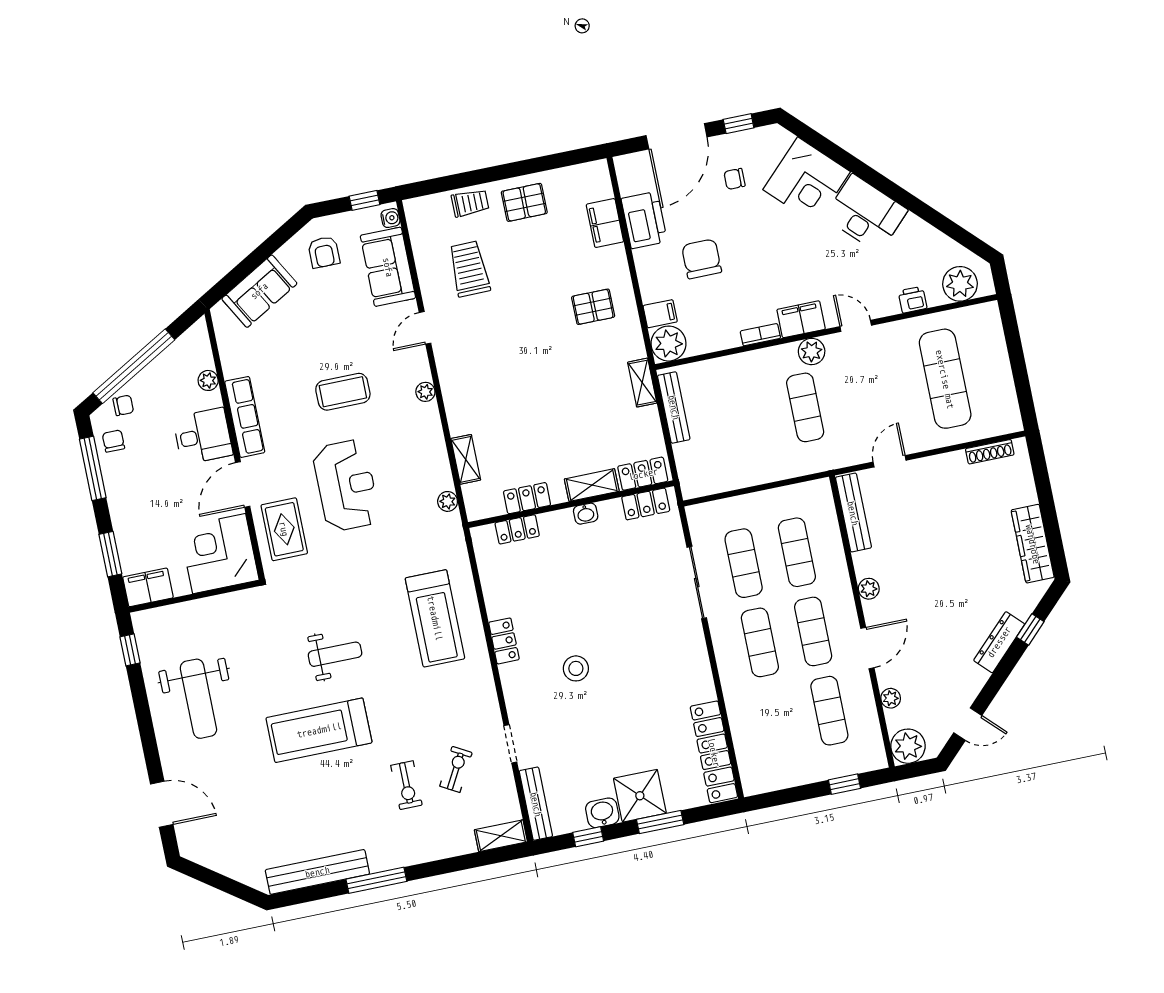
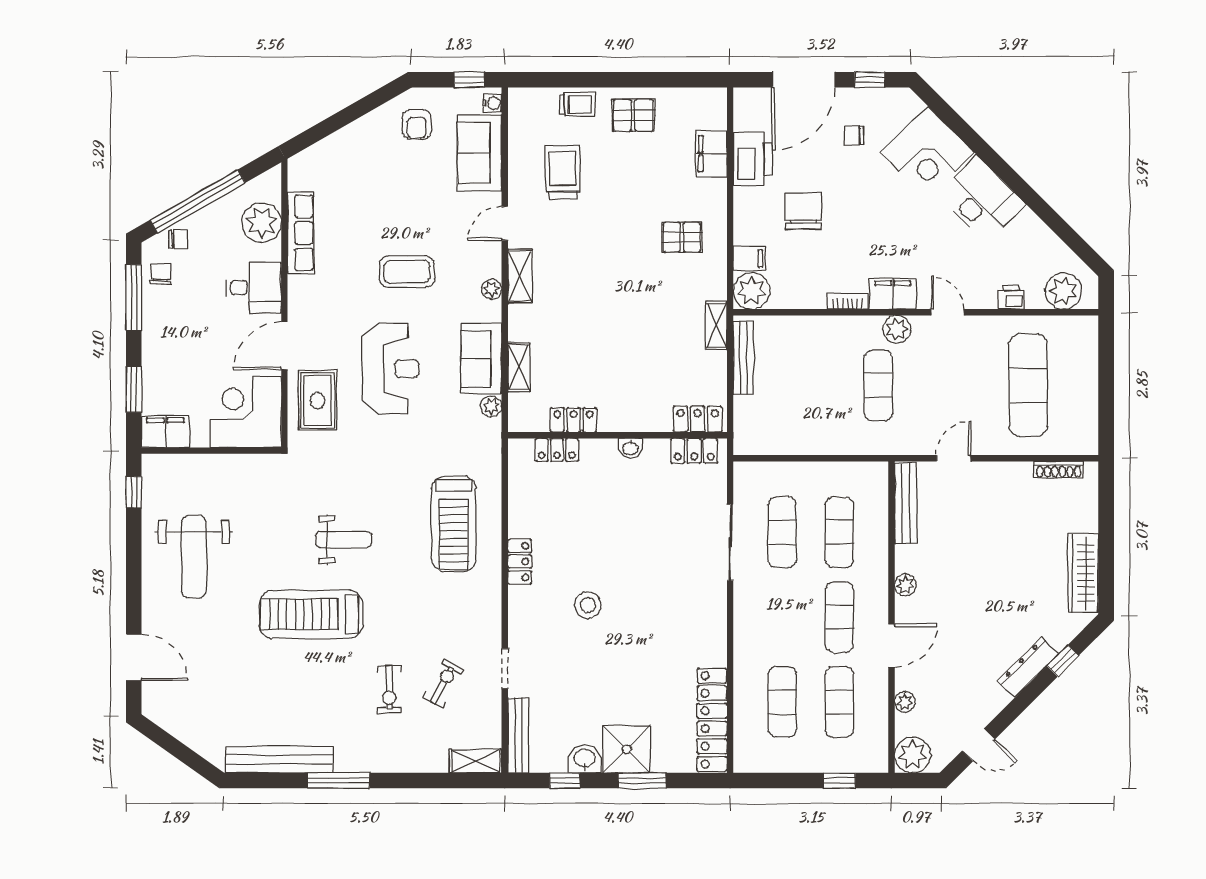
sofa: (259, 291) -> (481, 359), moved, turned 120
plant: (208, 380) -> (262, 223), width x1.88, depth x1.88
row of seats: (245, 417) -> (301, 233), moved
shelving: (592, 485) -> (520, 276), moved, turned 90
exercise mat: (760, 642) -> (782, 702), moved

